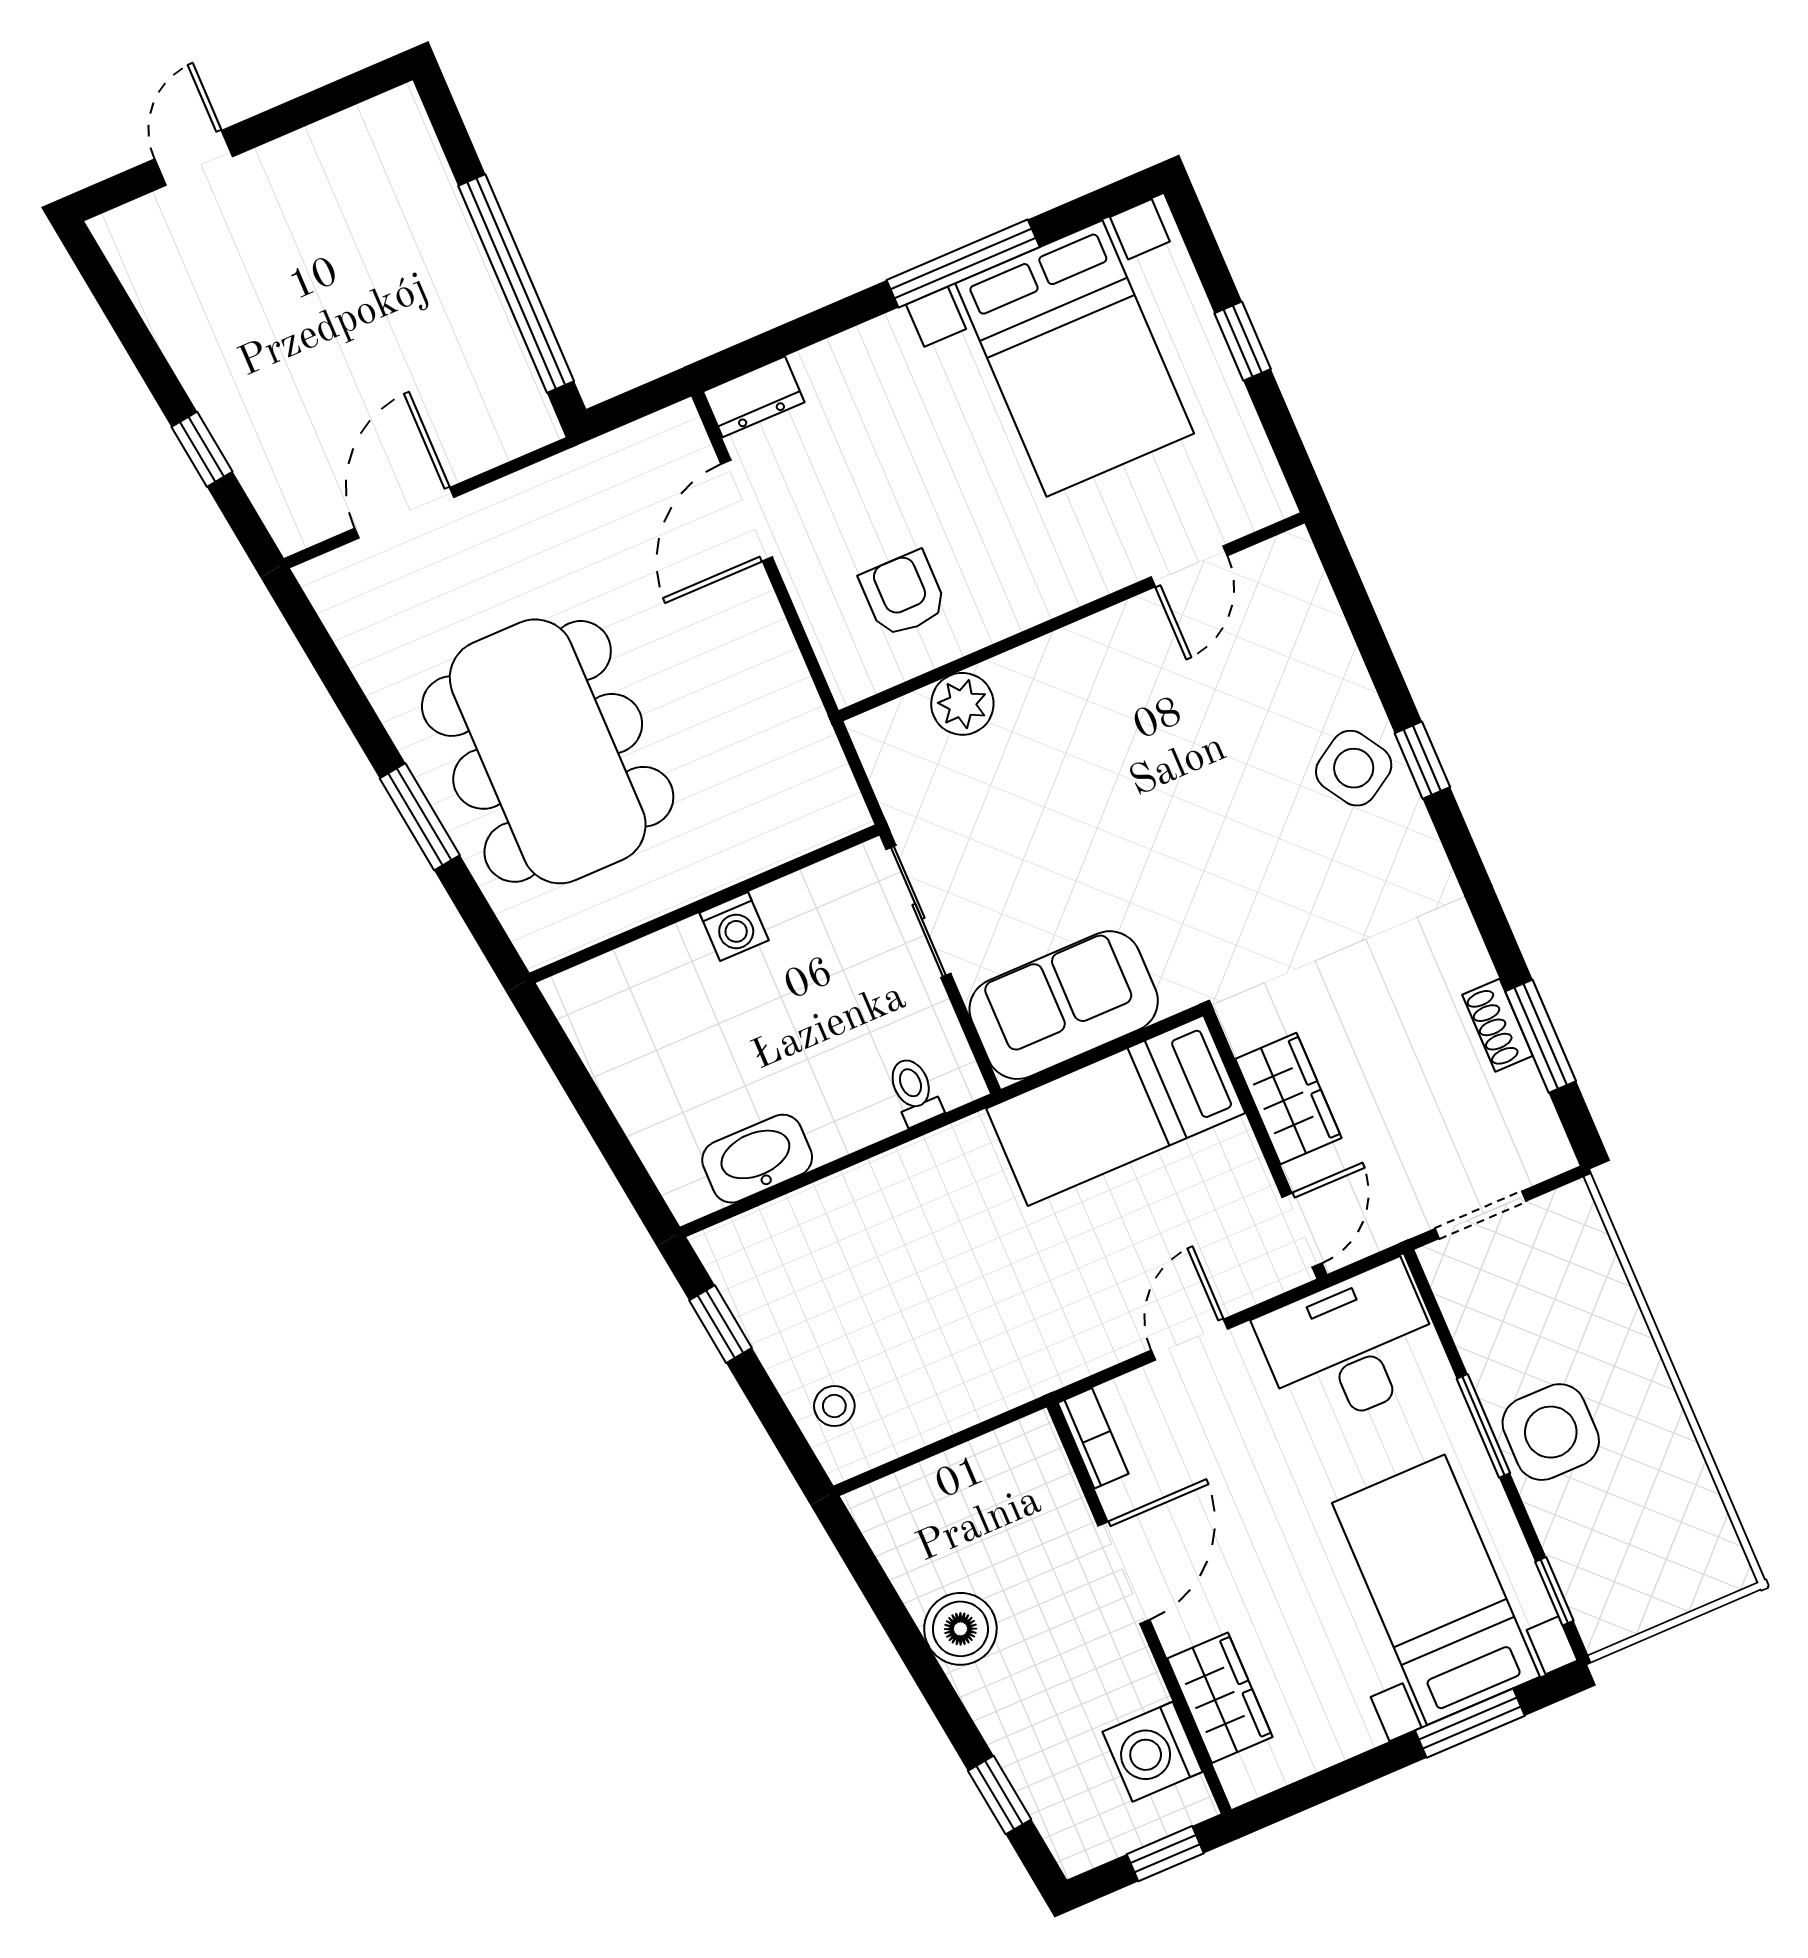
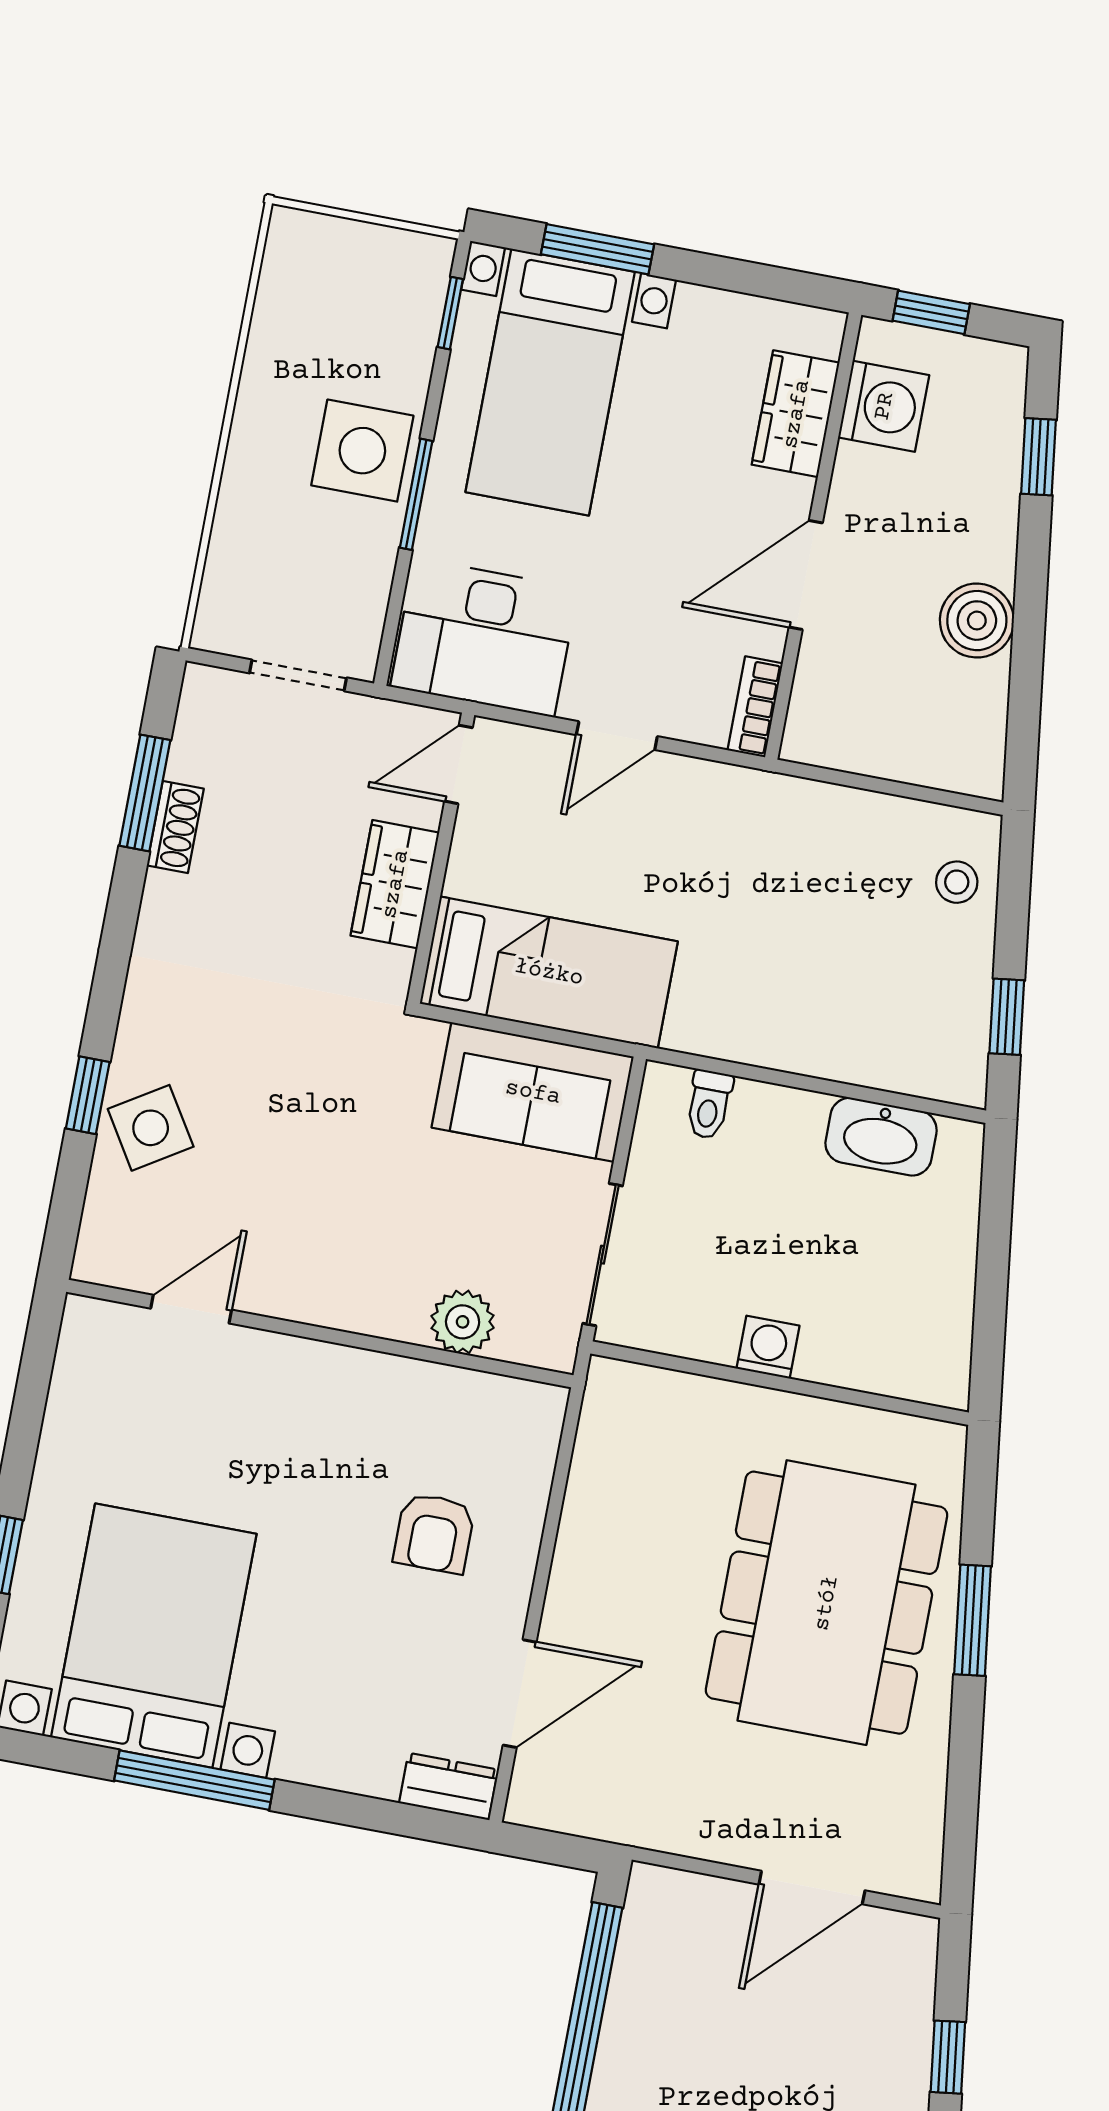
door: (1189, 566) -> (191, 1309), moved
wall: (1072, 617) -> (320, 1334), moved
plant: (962, 704) -> (463, 1322), moved

